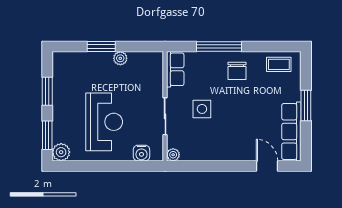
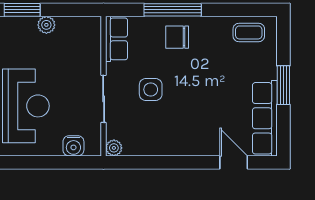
chair: (237, 71) -> (177, 37), moved, turned 90

